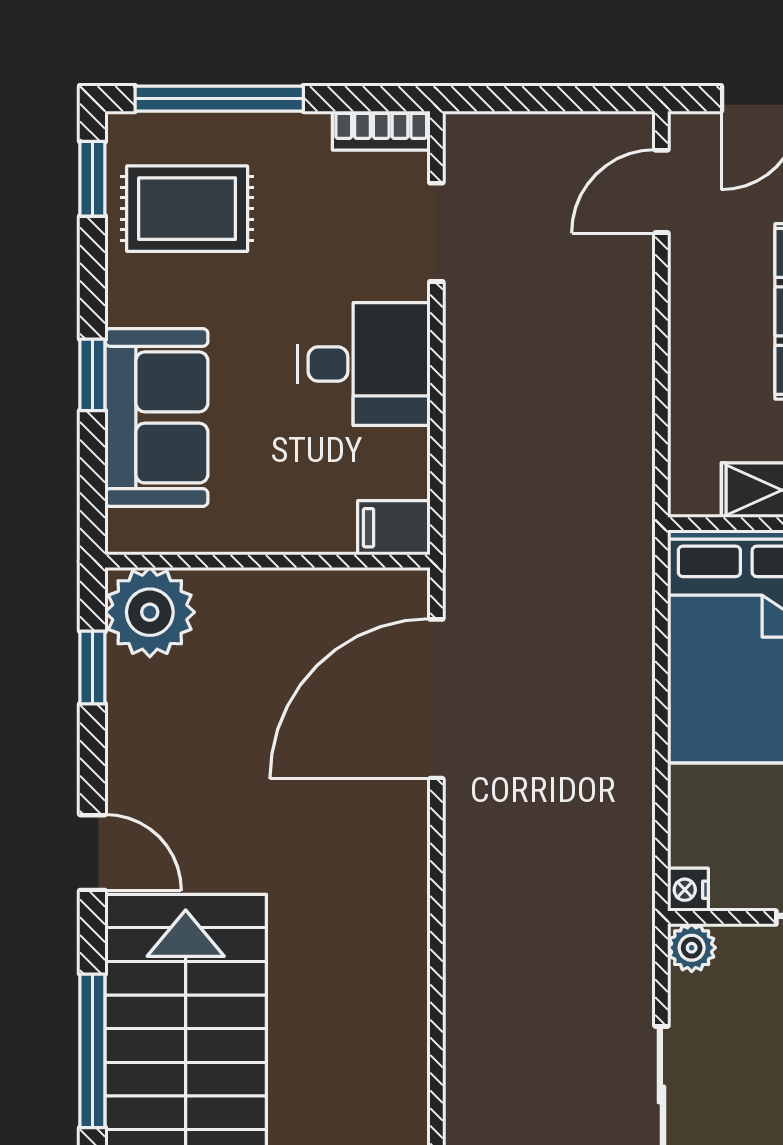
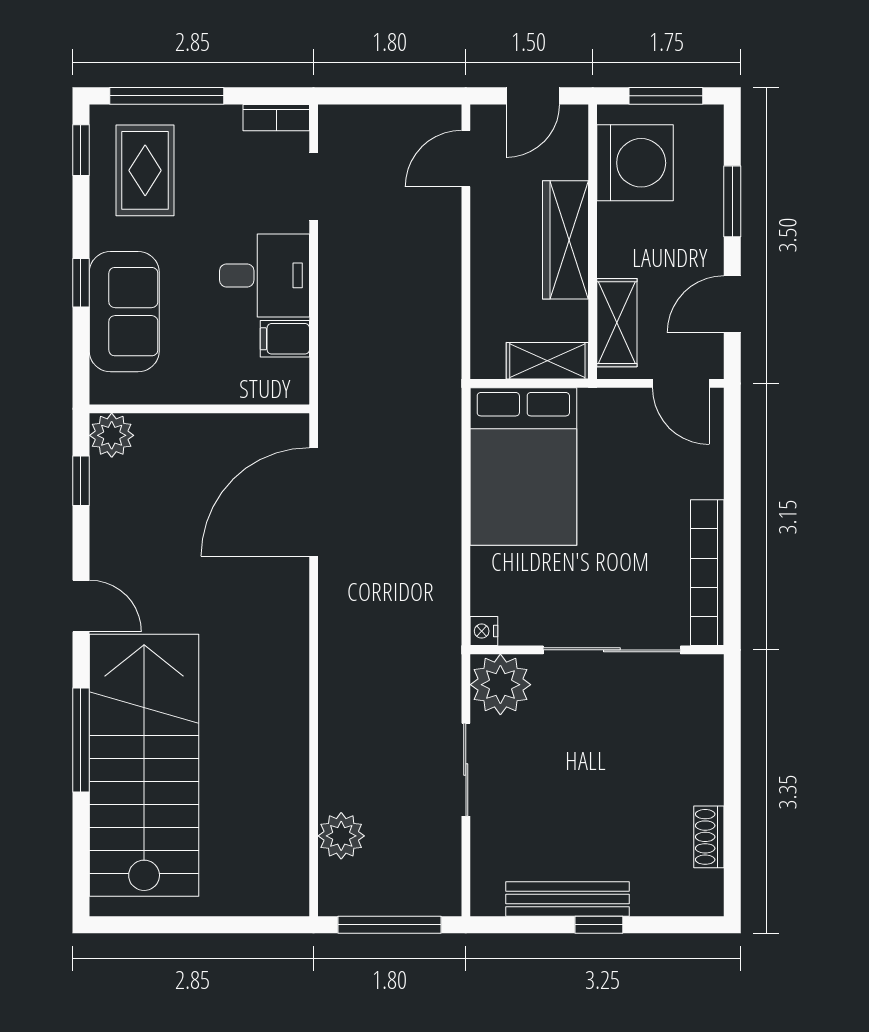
rug: (187, 209) -> (145, 170), turned 90
filing cabinet: (394, 528) -> (285, 339), moved
plant: (150, 612) -> (112, 435), width x0.73, depth x0.73
plant: (692, 948) -> (500, 685), width x1.87, depth x1.87

